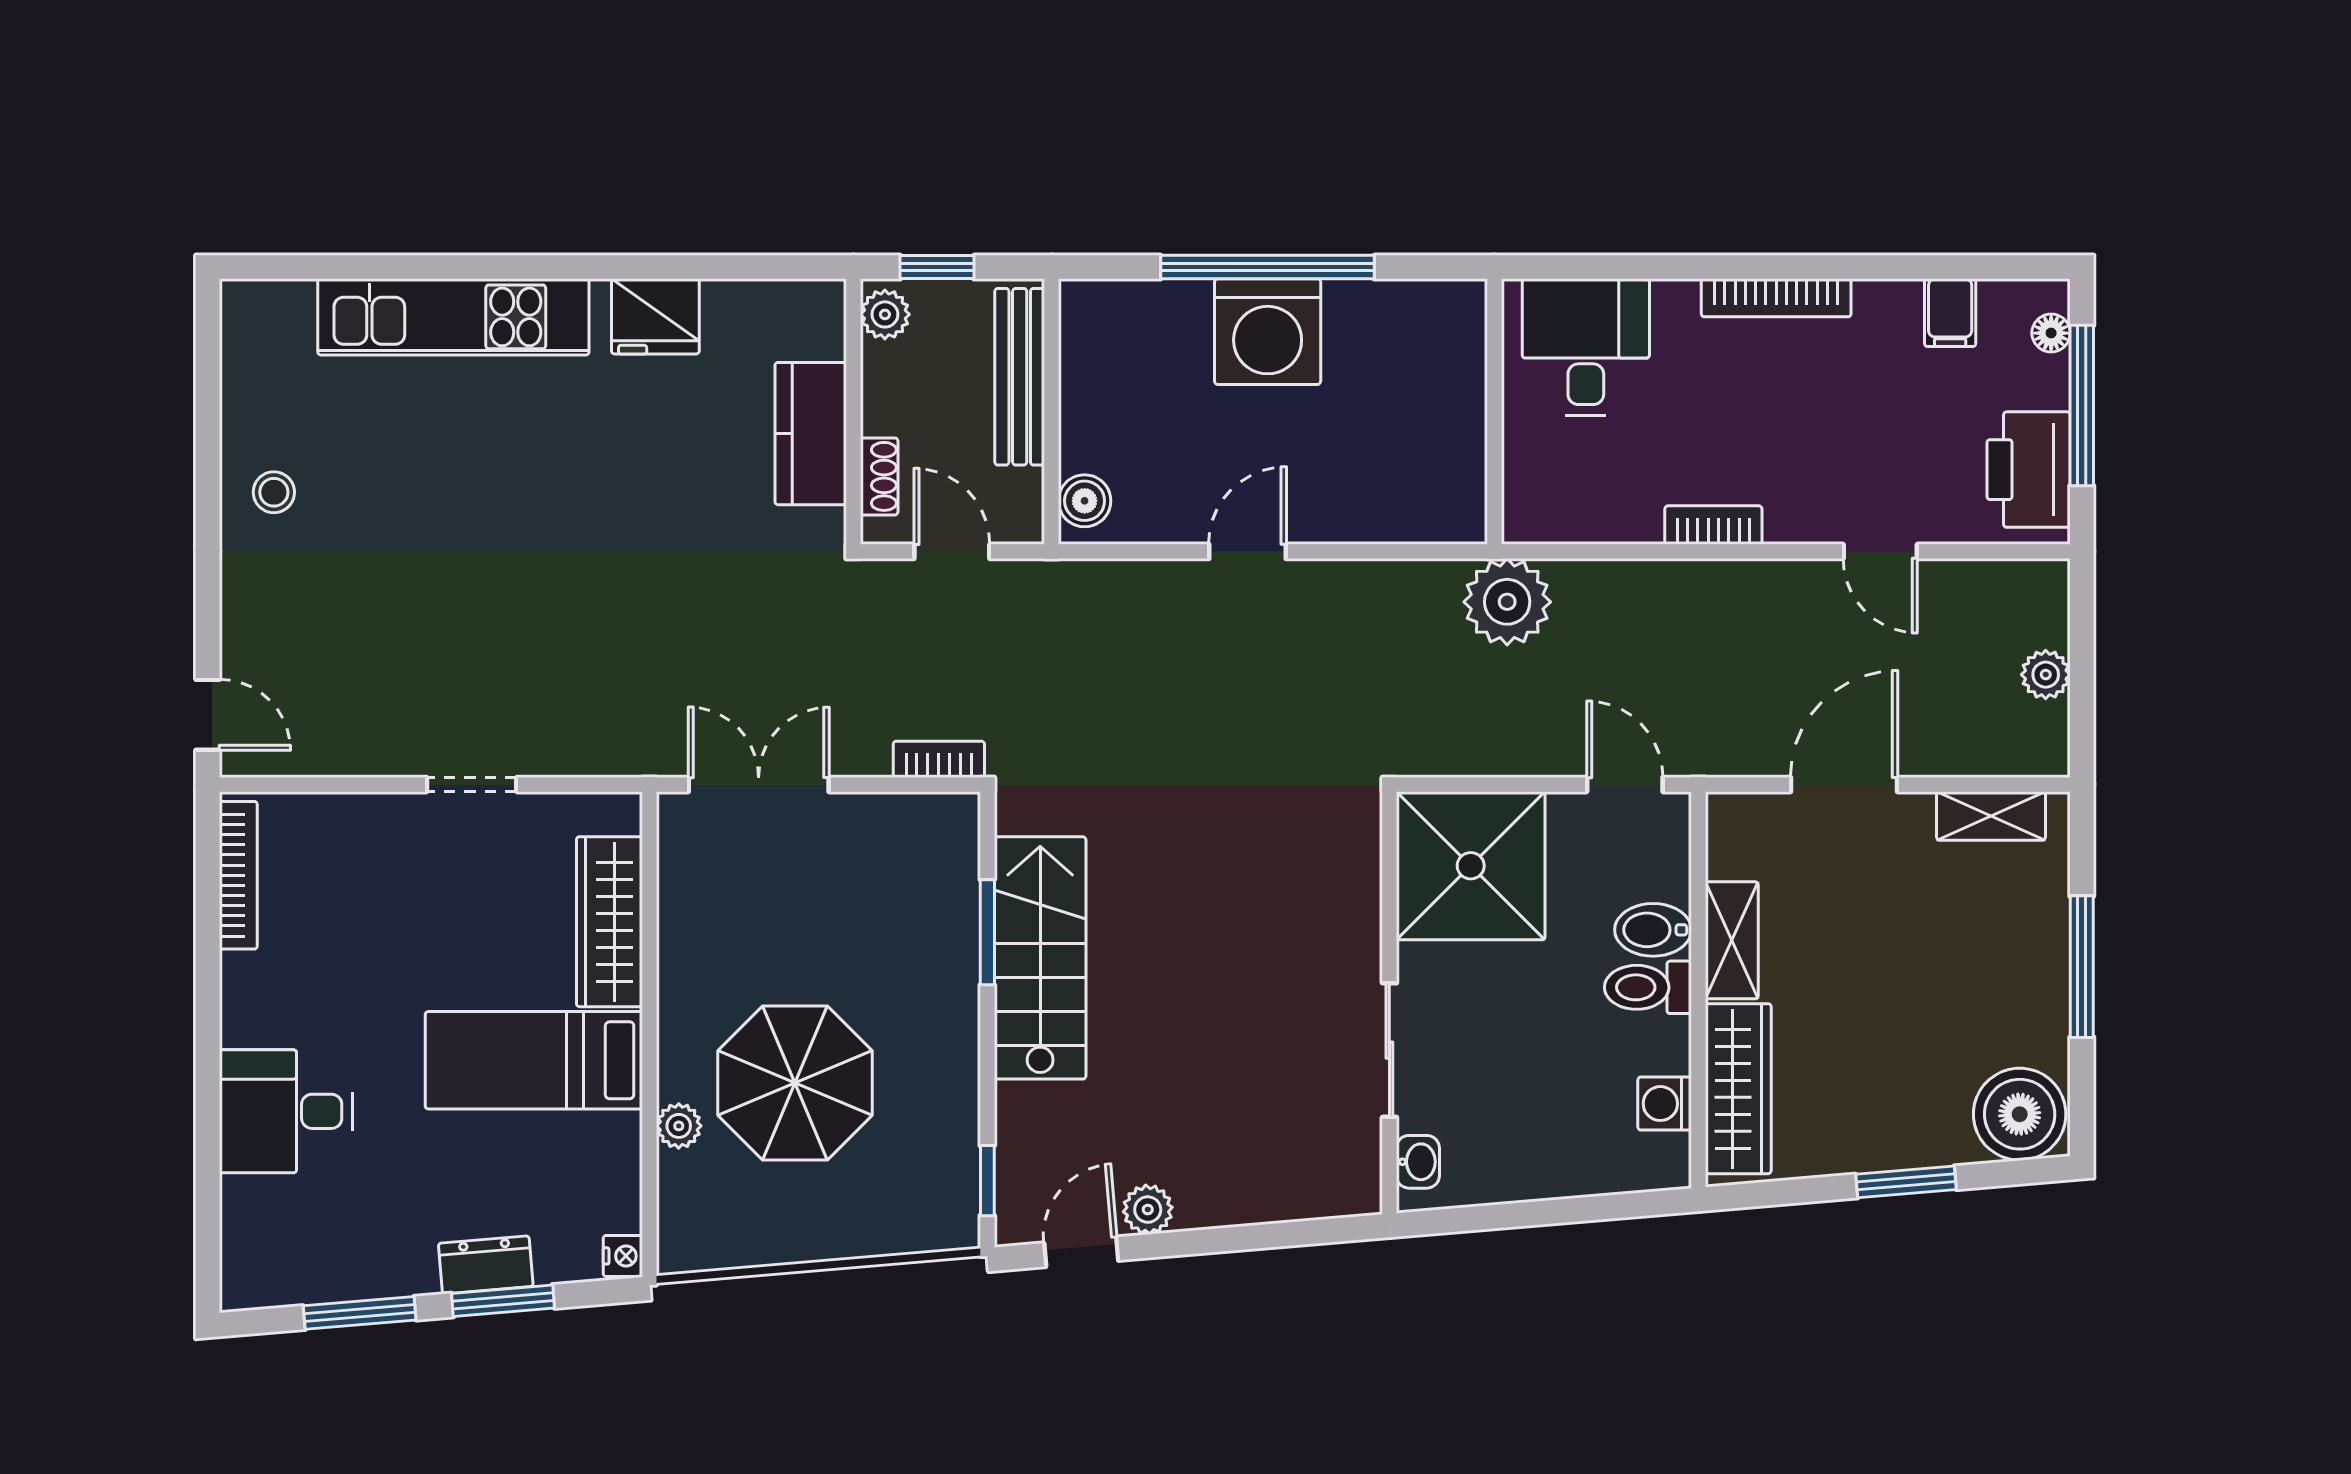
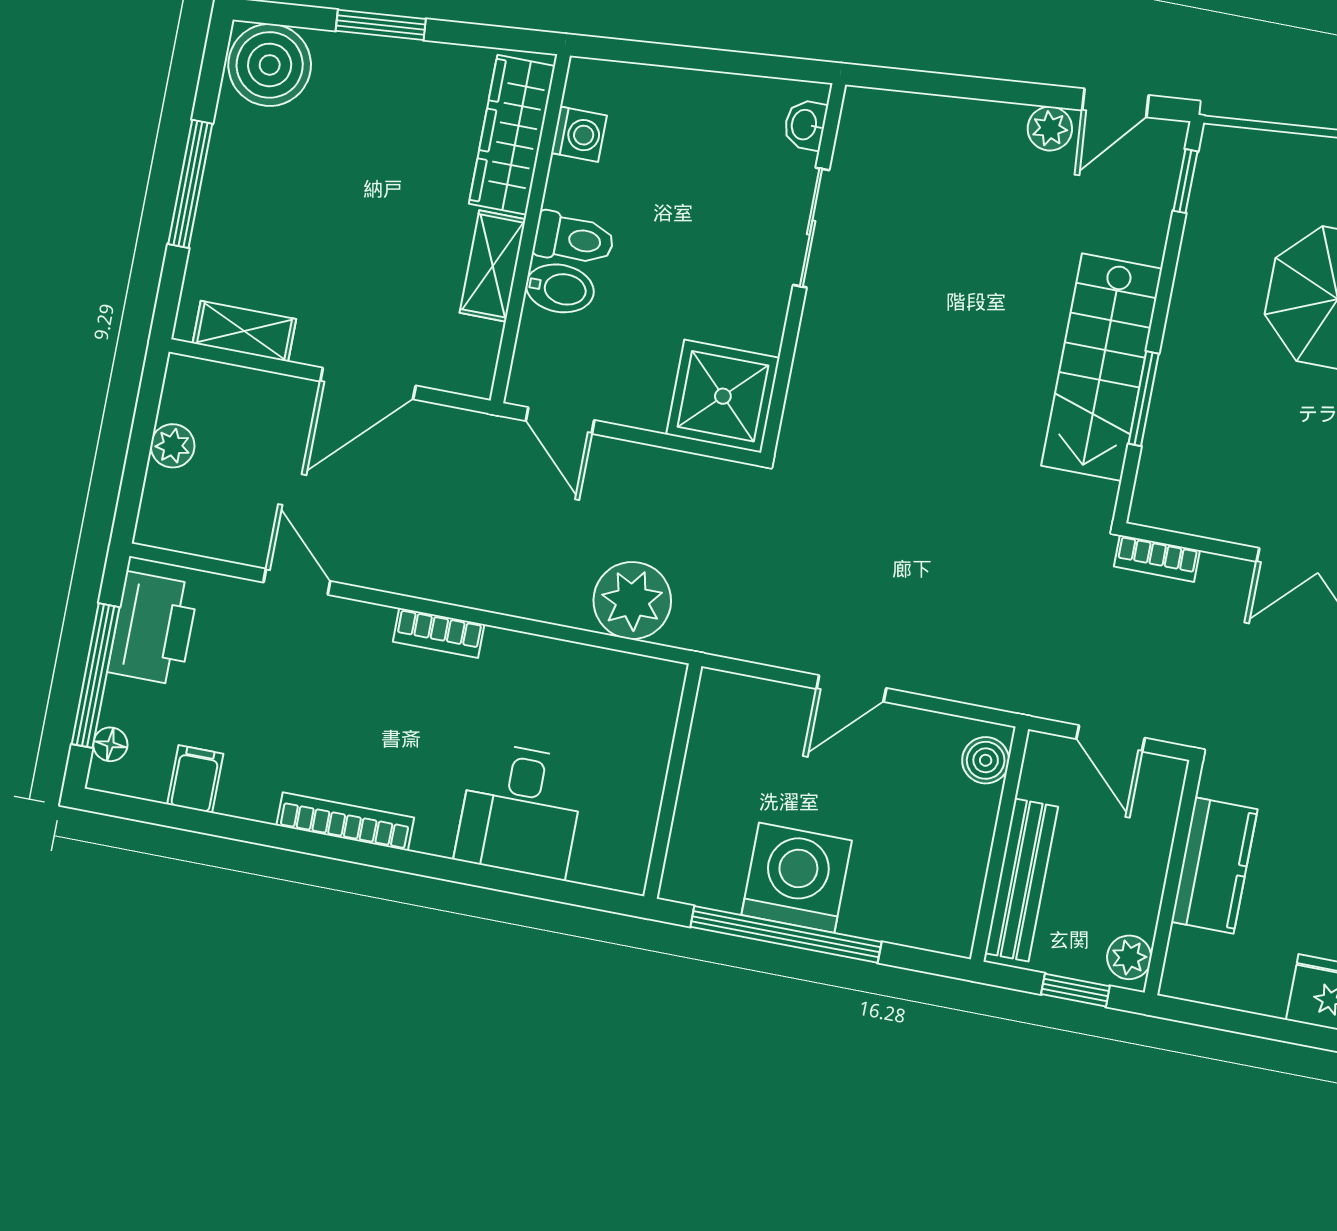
wall: (1494, 412) -> (673, 781), moved
shoe rack: (879, 476) -> (1162, 816), removed
shower: (1471, 866) -> (723, 396), width x0.73, depth x0.73

